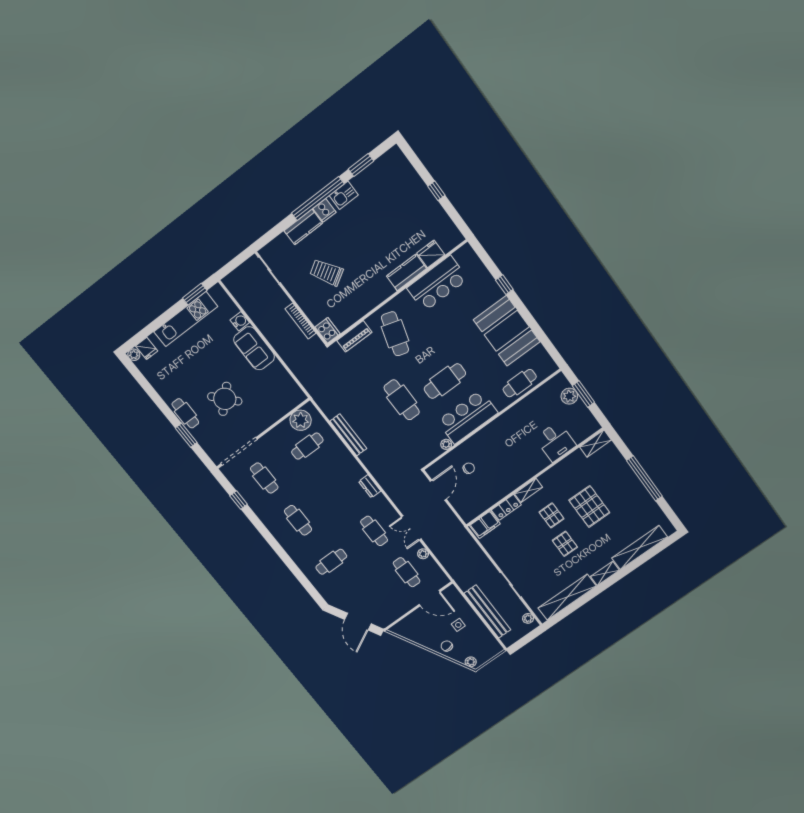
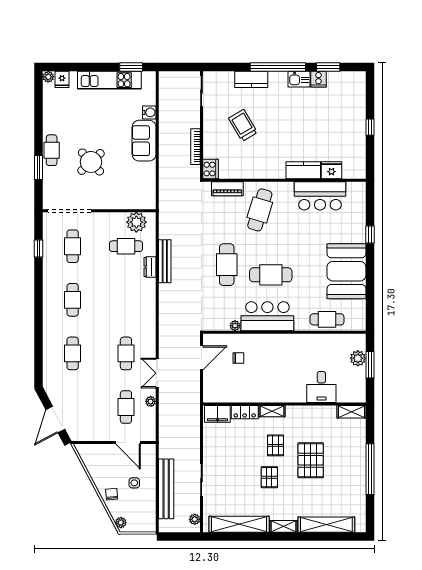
cooker: (324, 210) -> (318, 79), moved
dresser: (370, 486) -> (150, 267), moved
cafe table: (331, 562) -> (73, 353), turned 90

